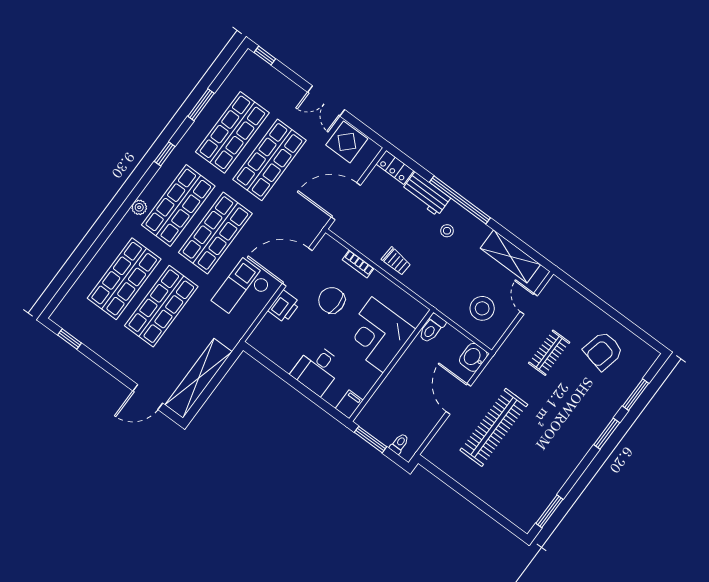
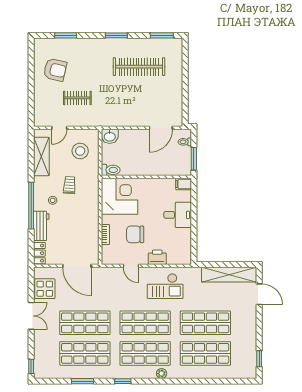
trolley: (396, 261) -> (69, 185), moved
door: (297, 267) -> (131, 266), width x0.53
chair: (332, 300) -> (135, 234), turned 90
corner desk: (378, 335) -> (119, 196), moved, turned -90
door: (458, 399) -> (161, 128), moved
clothes rail: (494, 427) -> (139, 67), moved
window: (607, 434) -> (116, 35), moved

